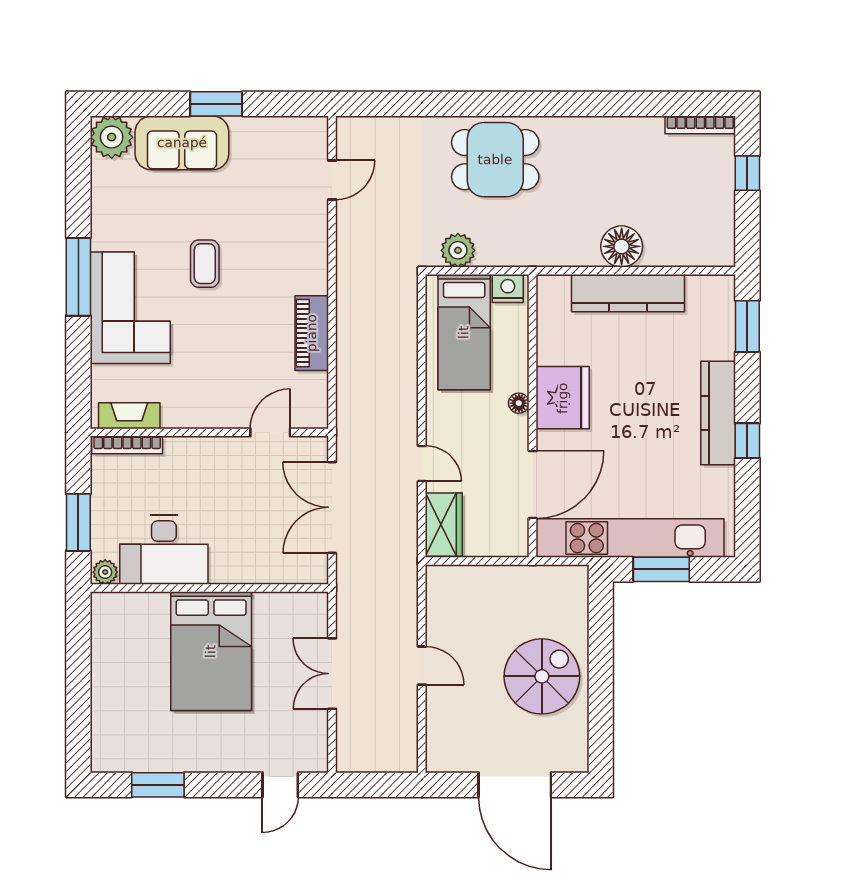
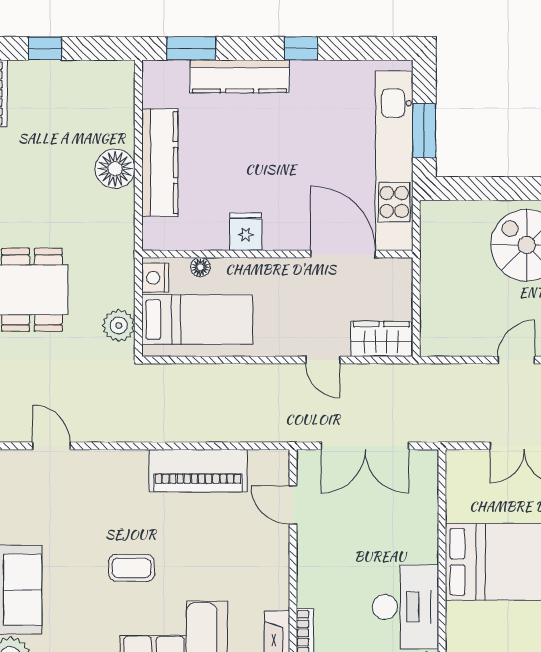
piano: (312, 333) -> (198, 471), width x1.37, depth x1.33
fridge: (563, 398) -> (246, 232), width x0.53, depth x0.75
floor lamp: (519, 403) -> (200, 267), moved
kitchen counter: (718, 413) -> (240, 76), moved
door: (422, 464) -> (323, 360), swing flipped

